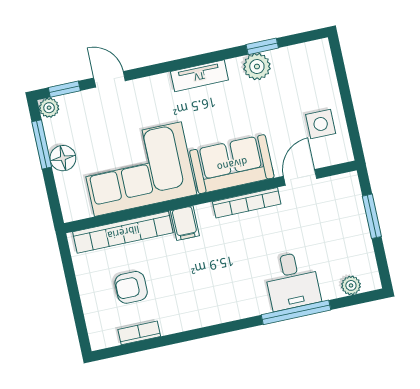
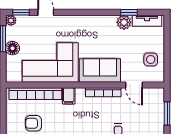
tv unit: (199, 76) -> (147, 21), moved
door: (300, 177) -> (134, 85), swing flipped

